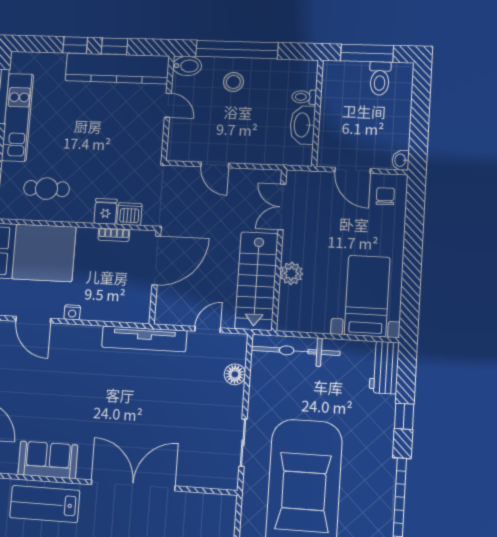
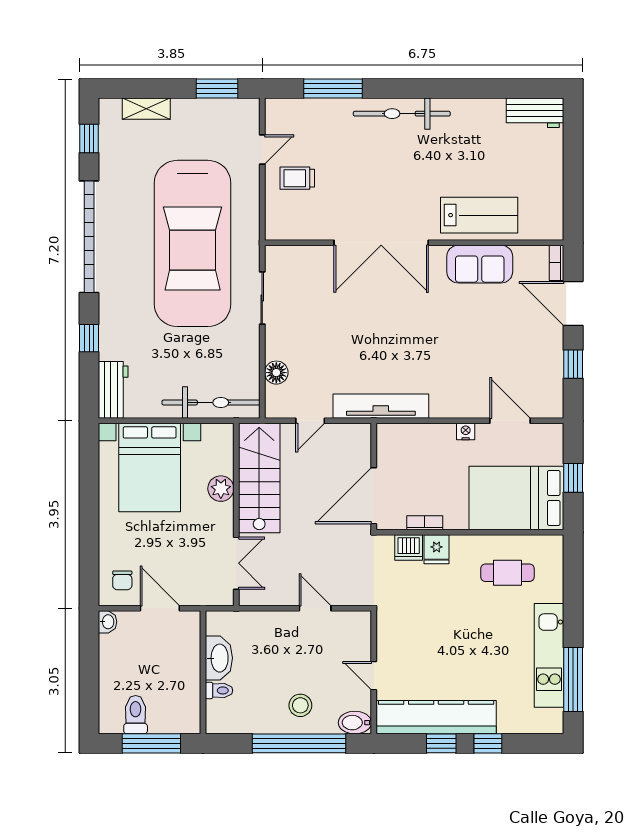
bed with nightstands: (367, 296) -> (150, 468), width x1.36

